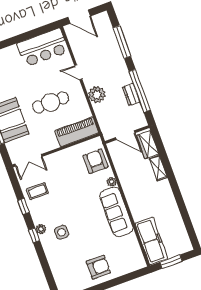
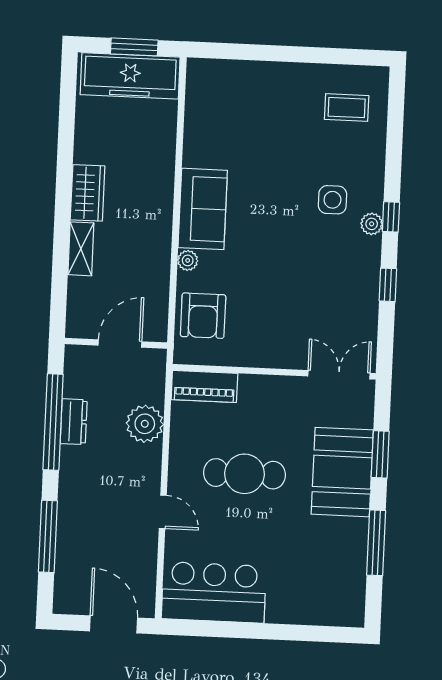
plant: (97, 95) -> (145, 424), moved
piano: (77, 132) -> (204, 386), width x0.73, depth x0.75
door: (125, 135) -> (120, 343), hinge flipped
wardrobe: (148, 145) -> (88, 193), moved
coffee table: (37, 191) -> (347, 108), moved
sofa: (116, 212) -> (203, 209), width x0.73
freezer: (151, 241) -> (130, 76), moved, turned -90
armchair: (98, 267) -> (287, 98), removed

